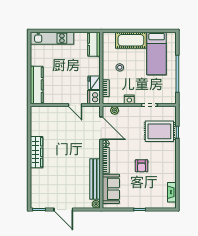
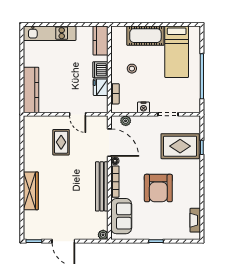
dishwasher: (94, 97) -> (100, 70), moved
rug: (61, 128) -> (61, 142), added
wardrobe: (36, 152) -> (31, 191), moved
armchair: (142, 166) -> (158, 188), width x1.88, depth x1.88
bench: (95, 179) -> (102, 186), moved

